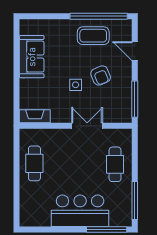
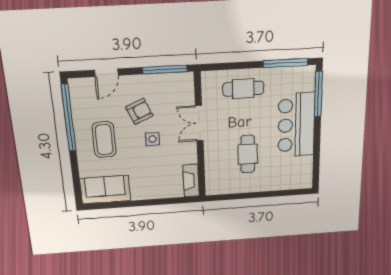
coffee table: (93, 36) -> (104, 140), moved
sofa: (32, 57) -> (105, 190), moved
cafe table: (34, 163) -> (248, 154), moved, turned 90

